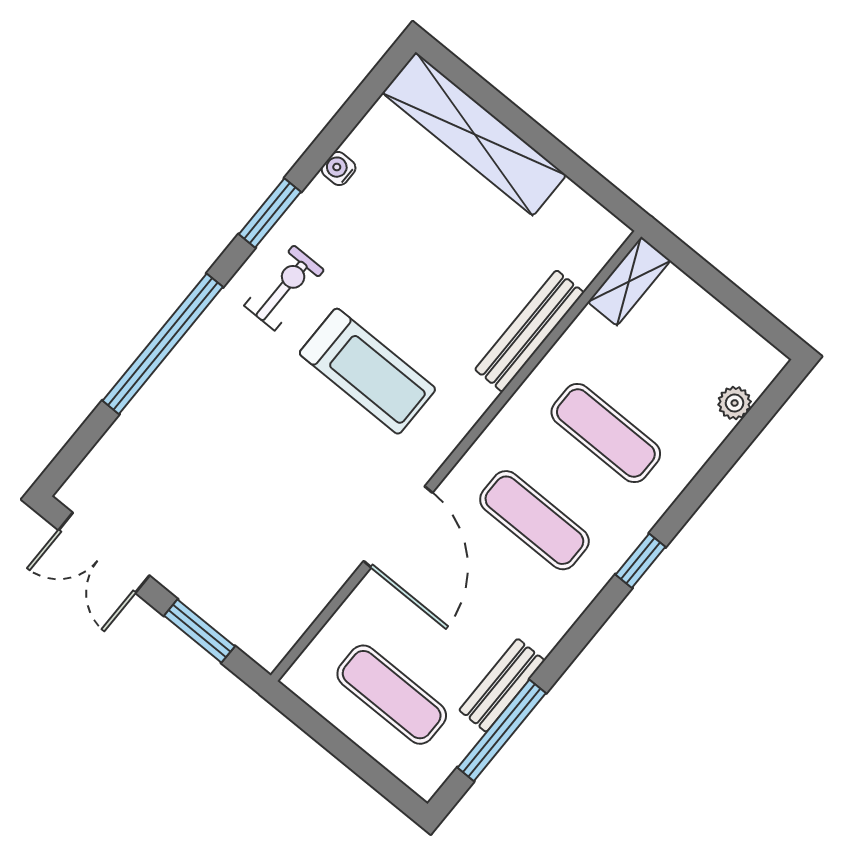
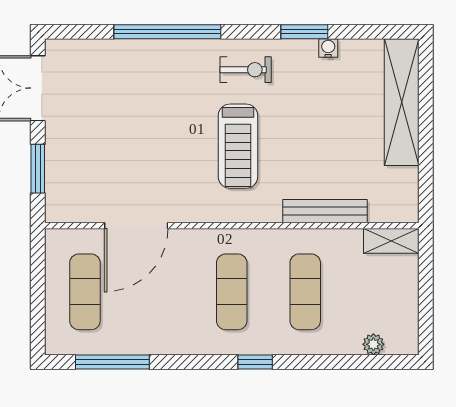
window: (270, 213) -> (304, 32), moved
door: (398, 527) -> (136, 226), moved
bench: (502, 685) -> (135, 344), removed

